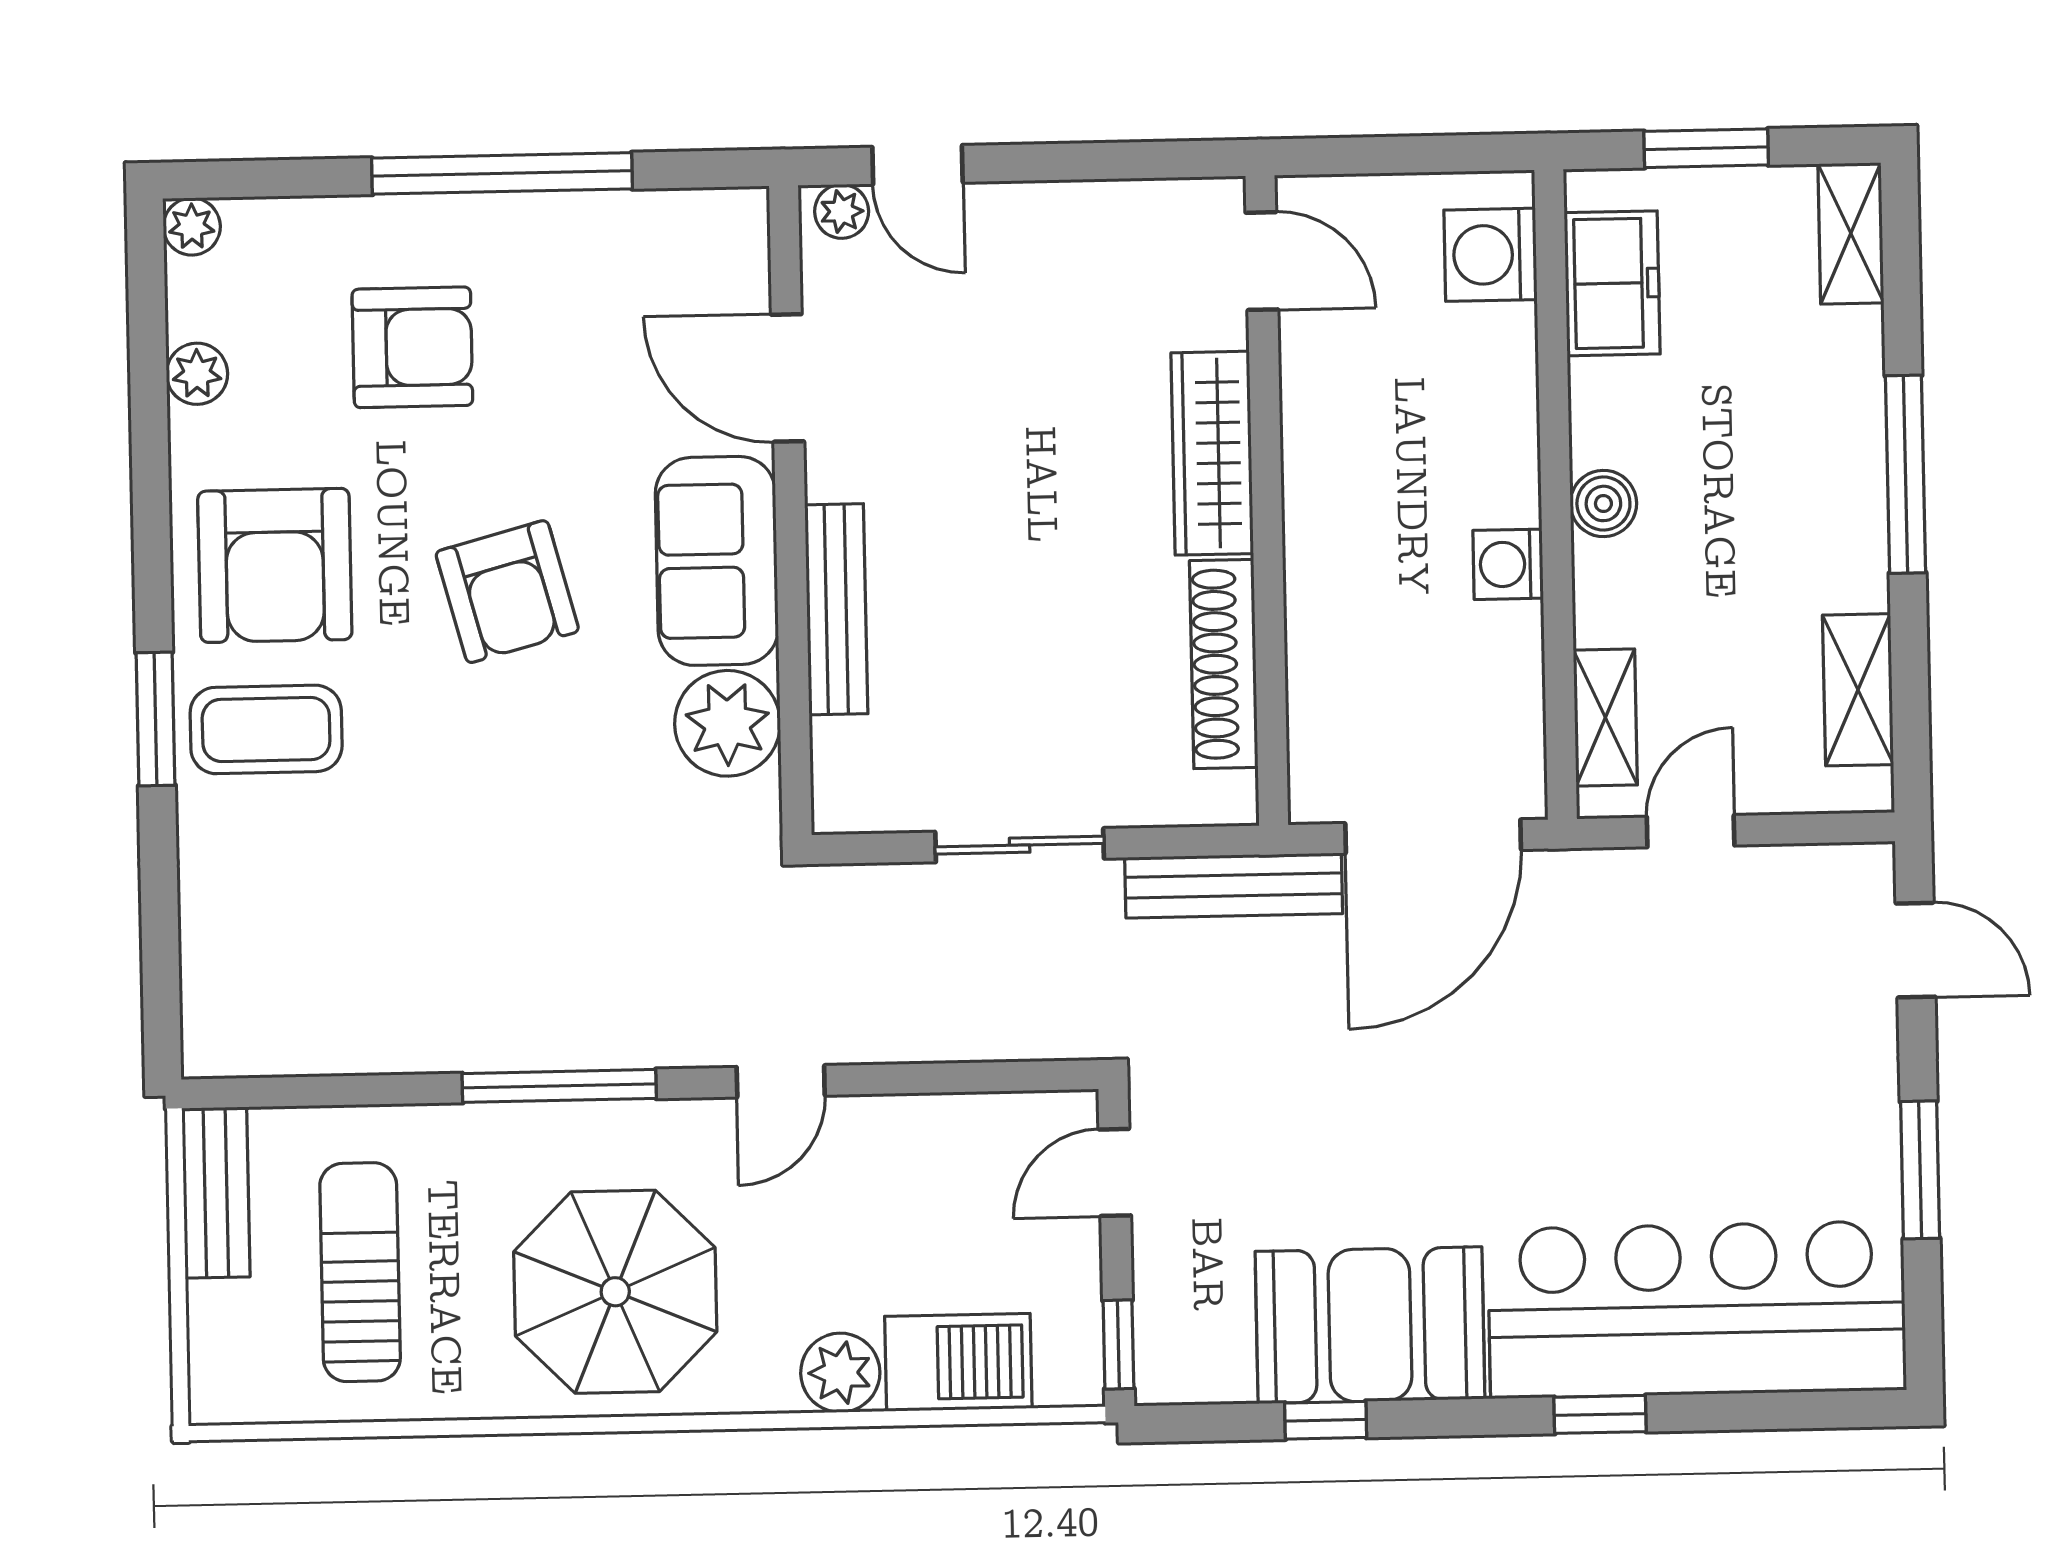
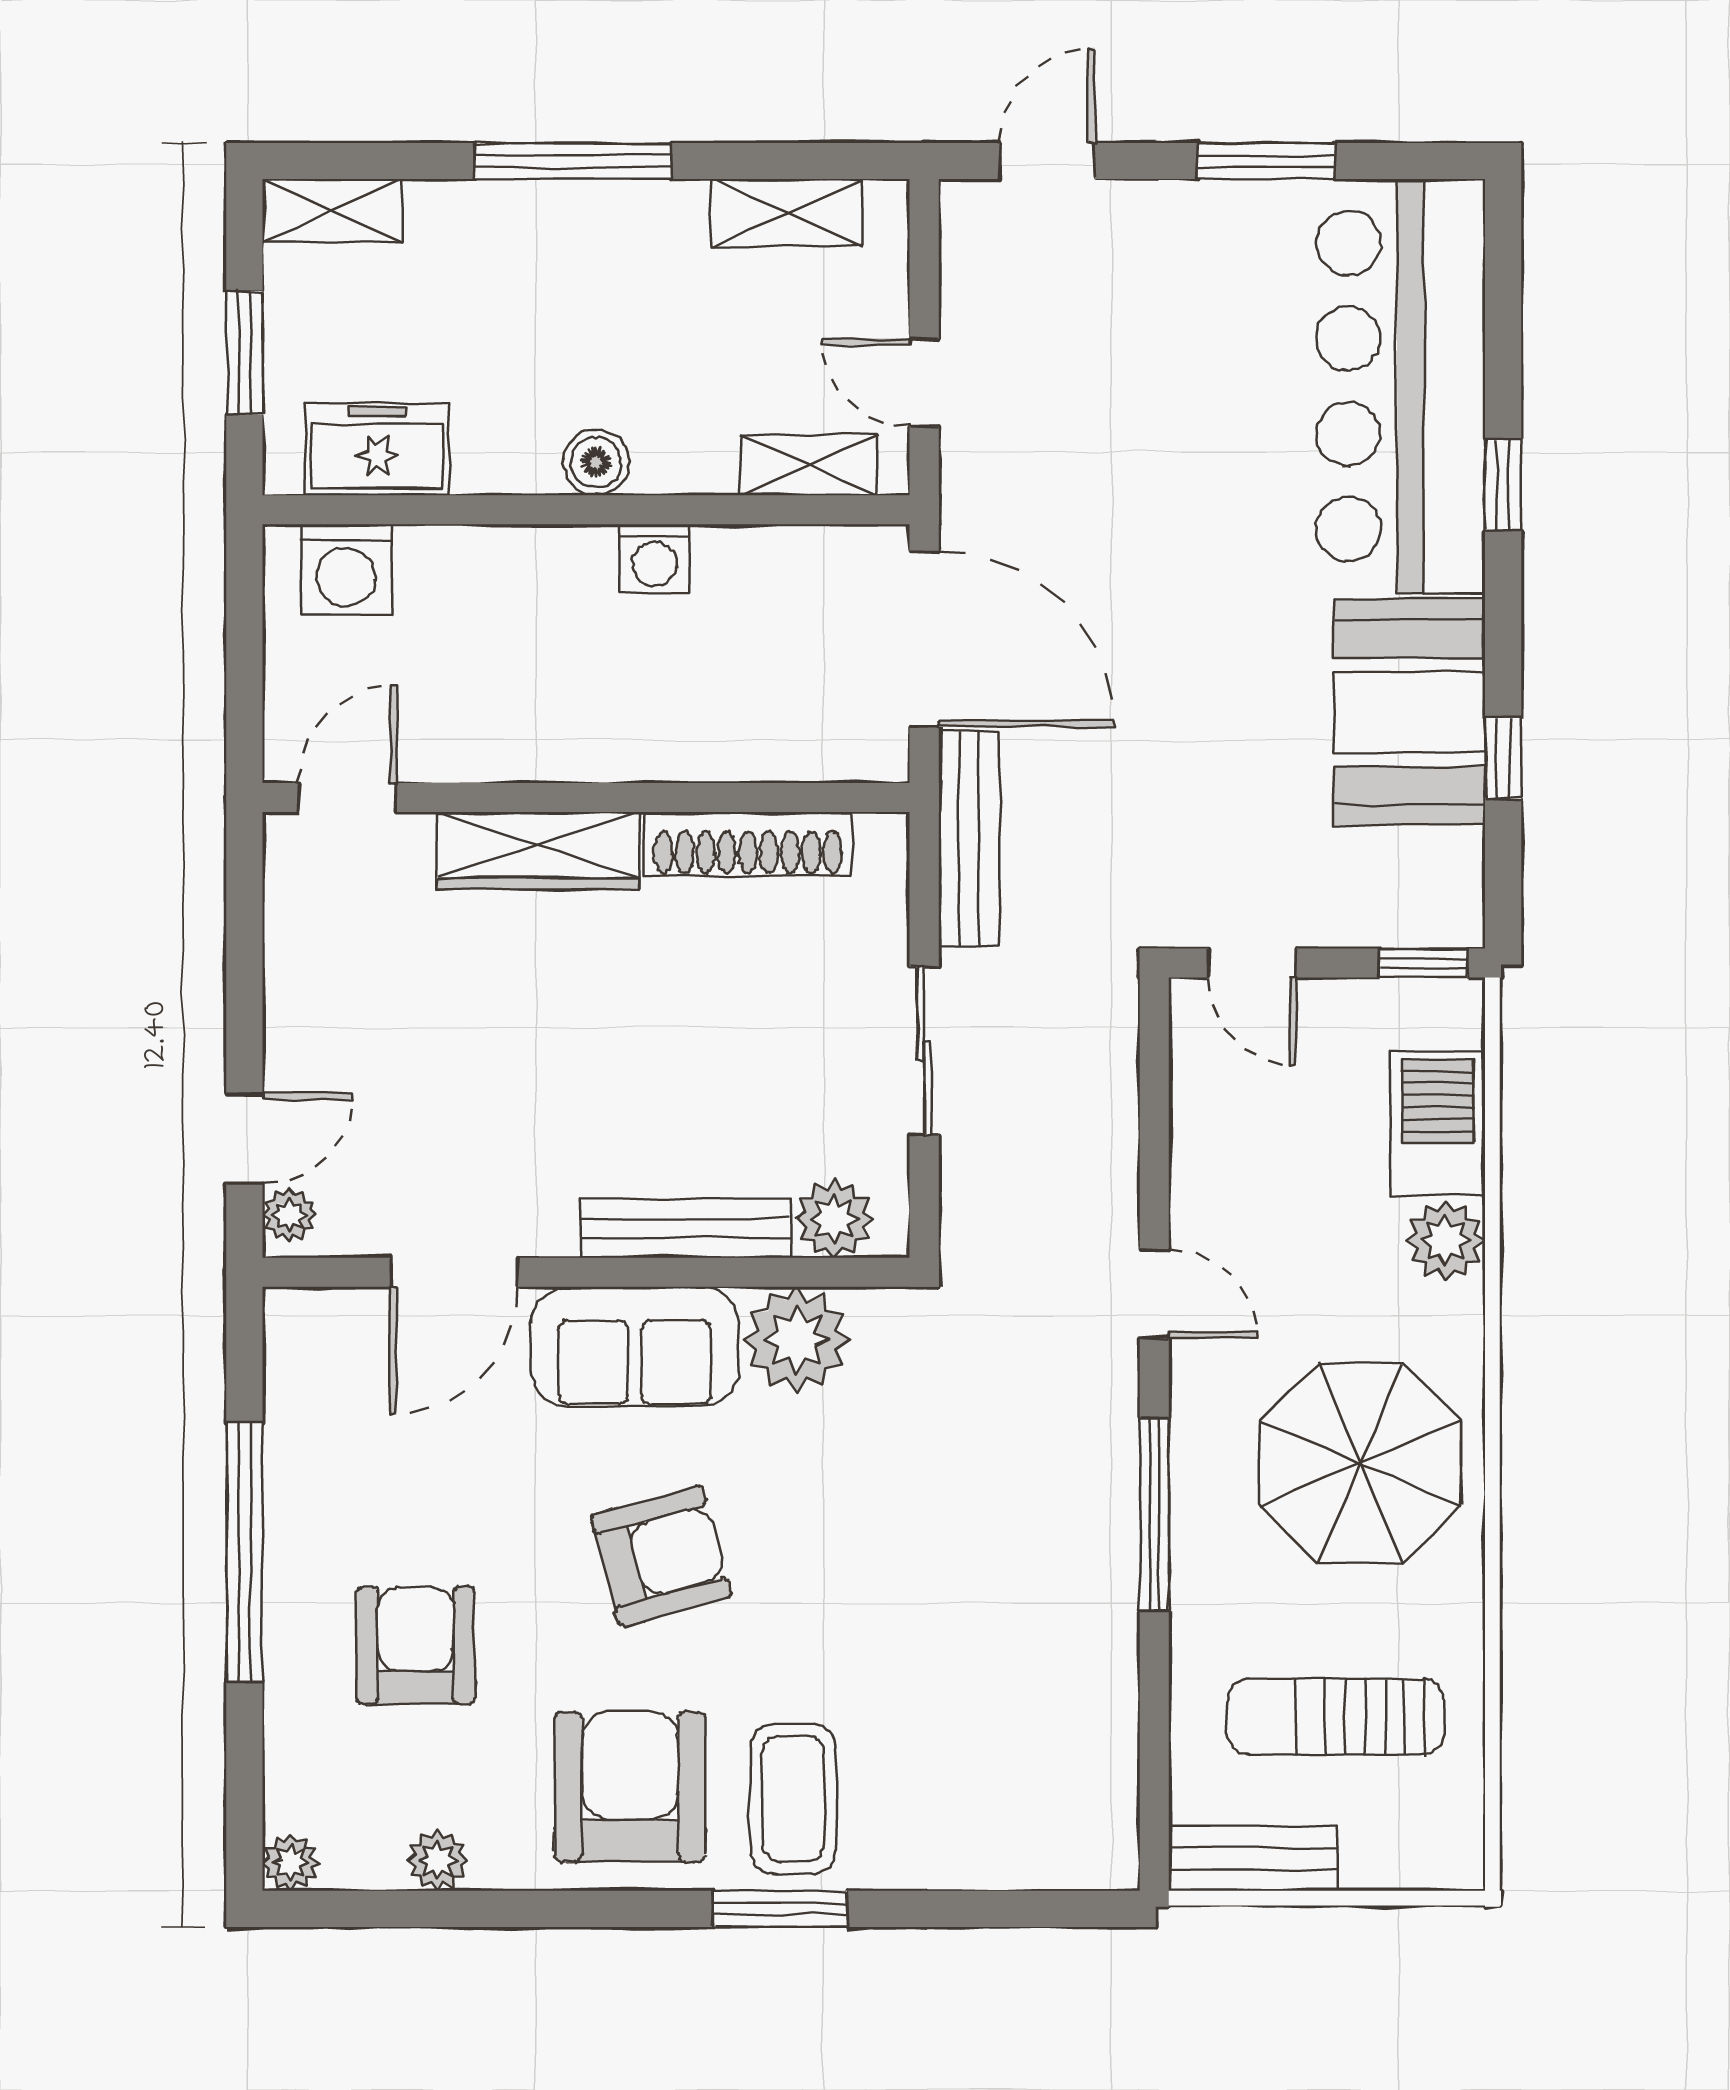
armchair: (275, 565) -> (630, 1787), turned -90
plant: (849, 759) -> (835, 1219), added

